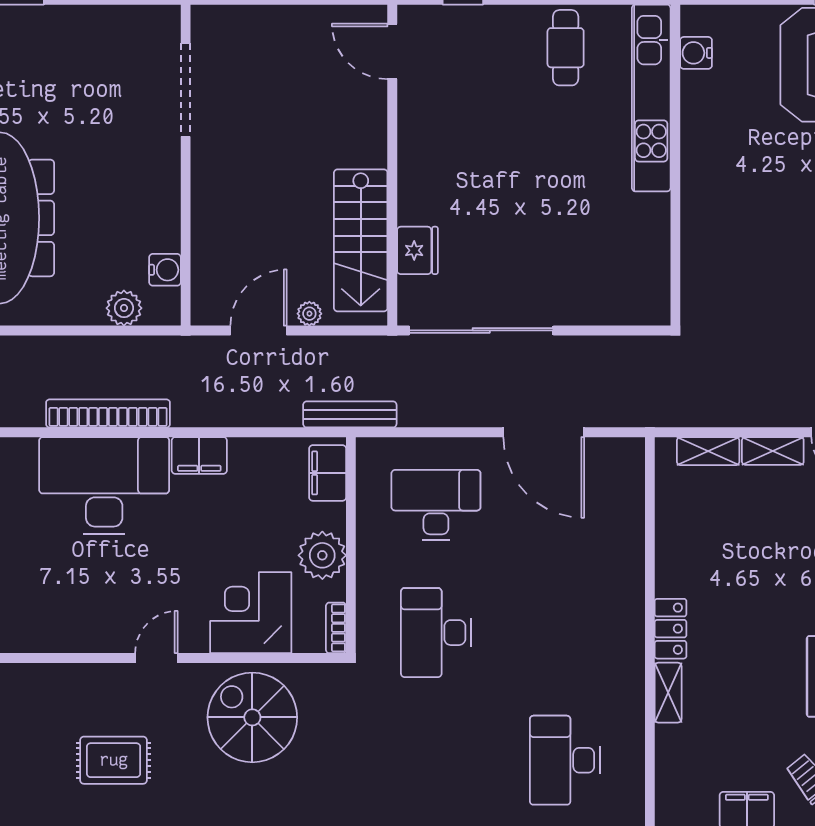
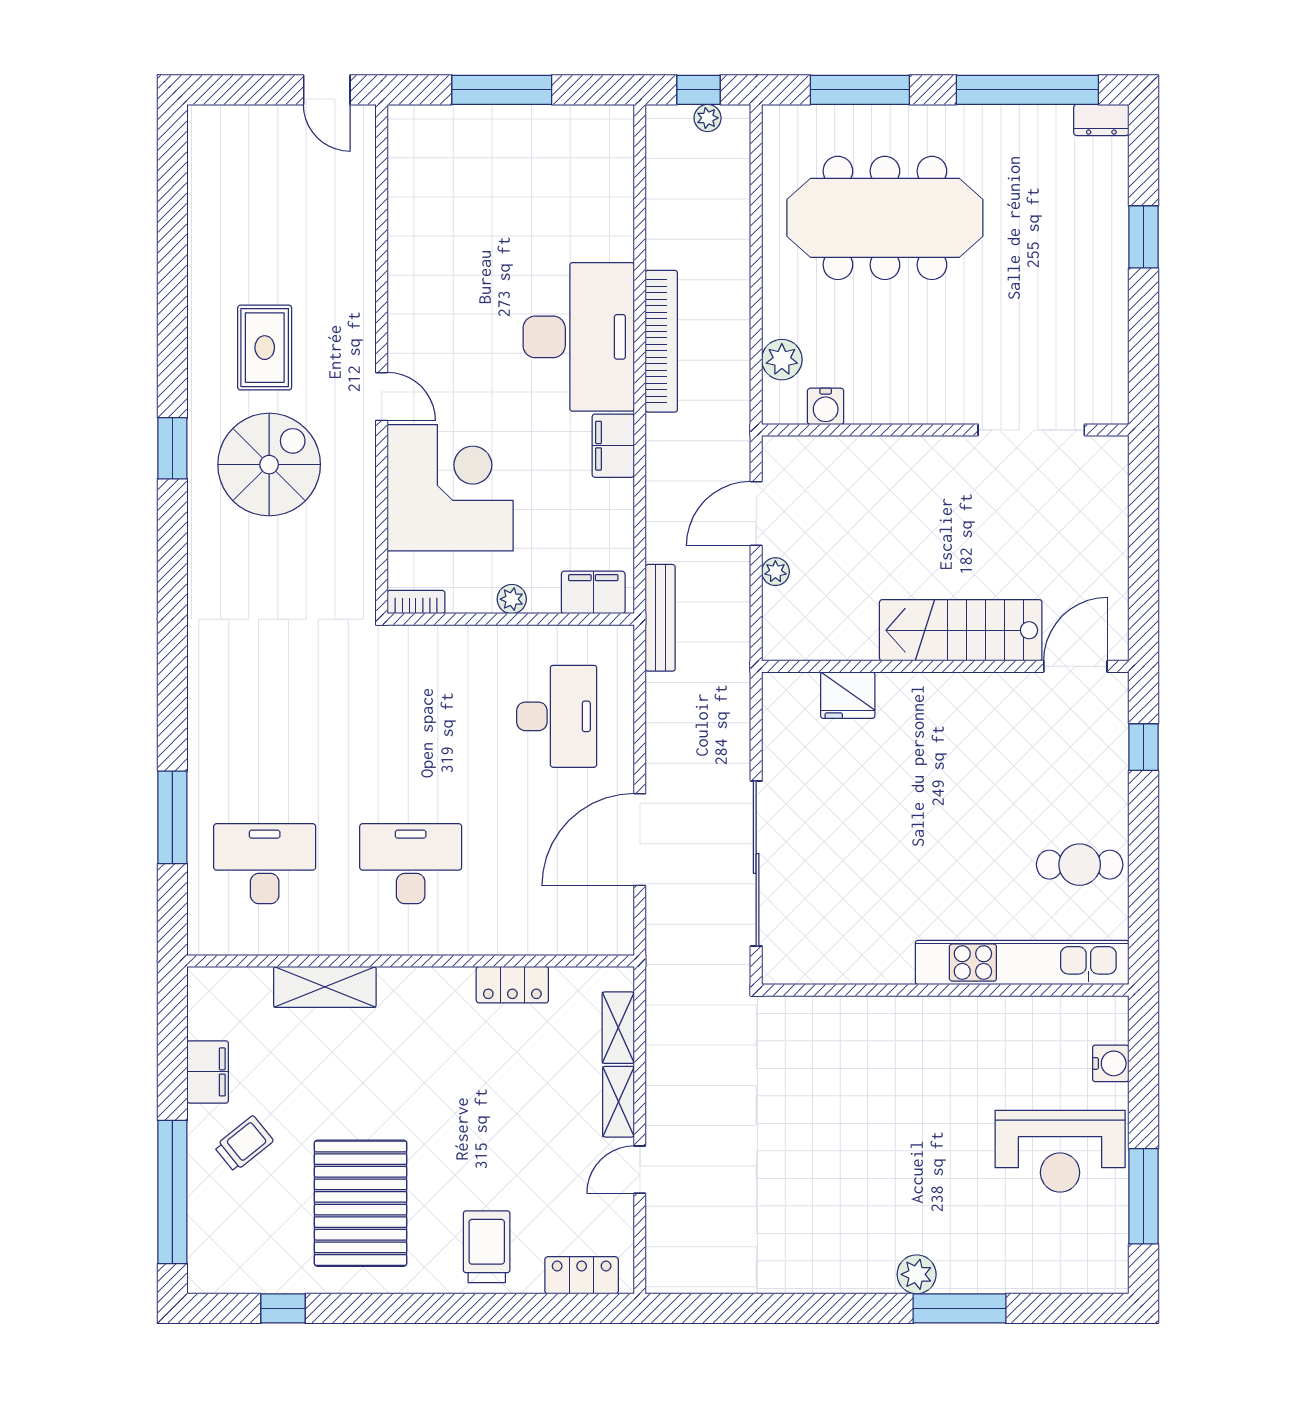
water cooler: (696, 53) -> (1111, 1063), moved, turned 90
stairs: (361, 240) -> (961, 630), moved
door: (259, 330) -> (756, 514), swing flipped
sliding door: (481, 330) -> (756, 863), moved
plant: (322, 555) -> (512, 599), width x0.53, depth x0.53
corner desk: (251, 613) -> (450, 488), width x1.36, depth x1.36
locker: (671, 629) -> (512, 985), moved
desk: (436, 633) -> (411, 864), moved
shelving: (668, 693) -> (325, 987), width x1.50, depth x1.33
spiral stairs: (252, 717) -> (269, 465), moved

